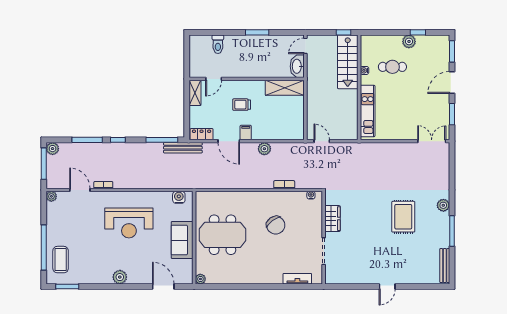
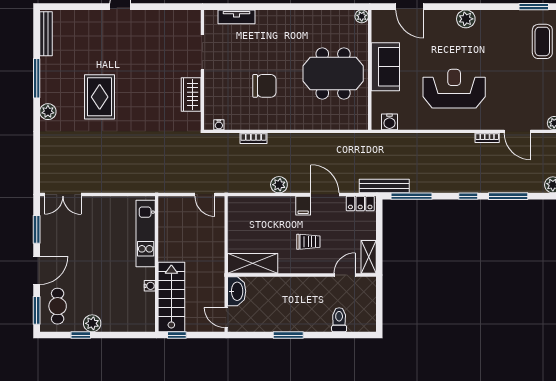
door: (305, 46) -> (226, 318), swing flipped
cafe table: (392, 67) -> (58, 306), moved, turned 90
chair: (276, 225) -> (264, 86), turned 126

